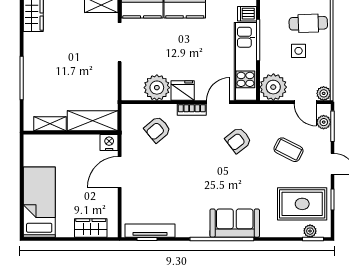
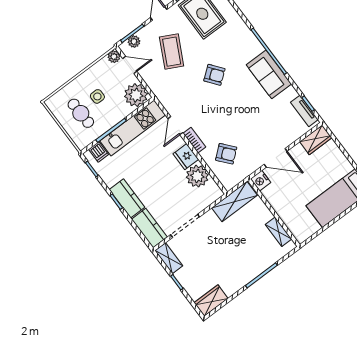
cafe table: (308, 23) -> (81, 113), moved
door: (218, 102) -> (175, 126), hinge flipped
door: (305, 102) -> (130, 65), hinge flipped
shelving: (93, 121) -> (235, 202), moved, turned 90
armchair: (238, 140) -> (214, 75), moved
coffee table: (289, 150) -> (172, 52), width x1.36, depth x1.30
sofa: (235, 223) -> (269, 74), moved
wardrobe: (91, 228) -> (316, 140), moved, turned -90
tv unit: (150, 231) -> (304, 111), width x0.71

